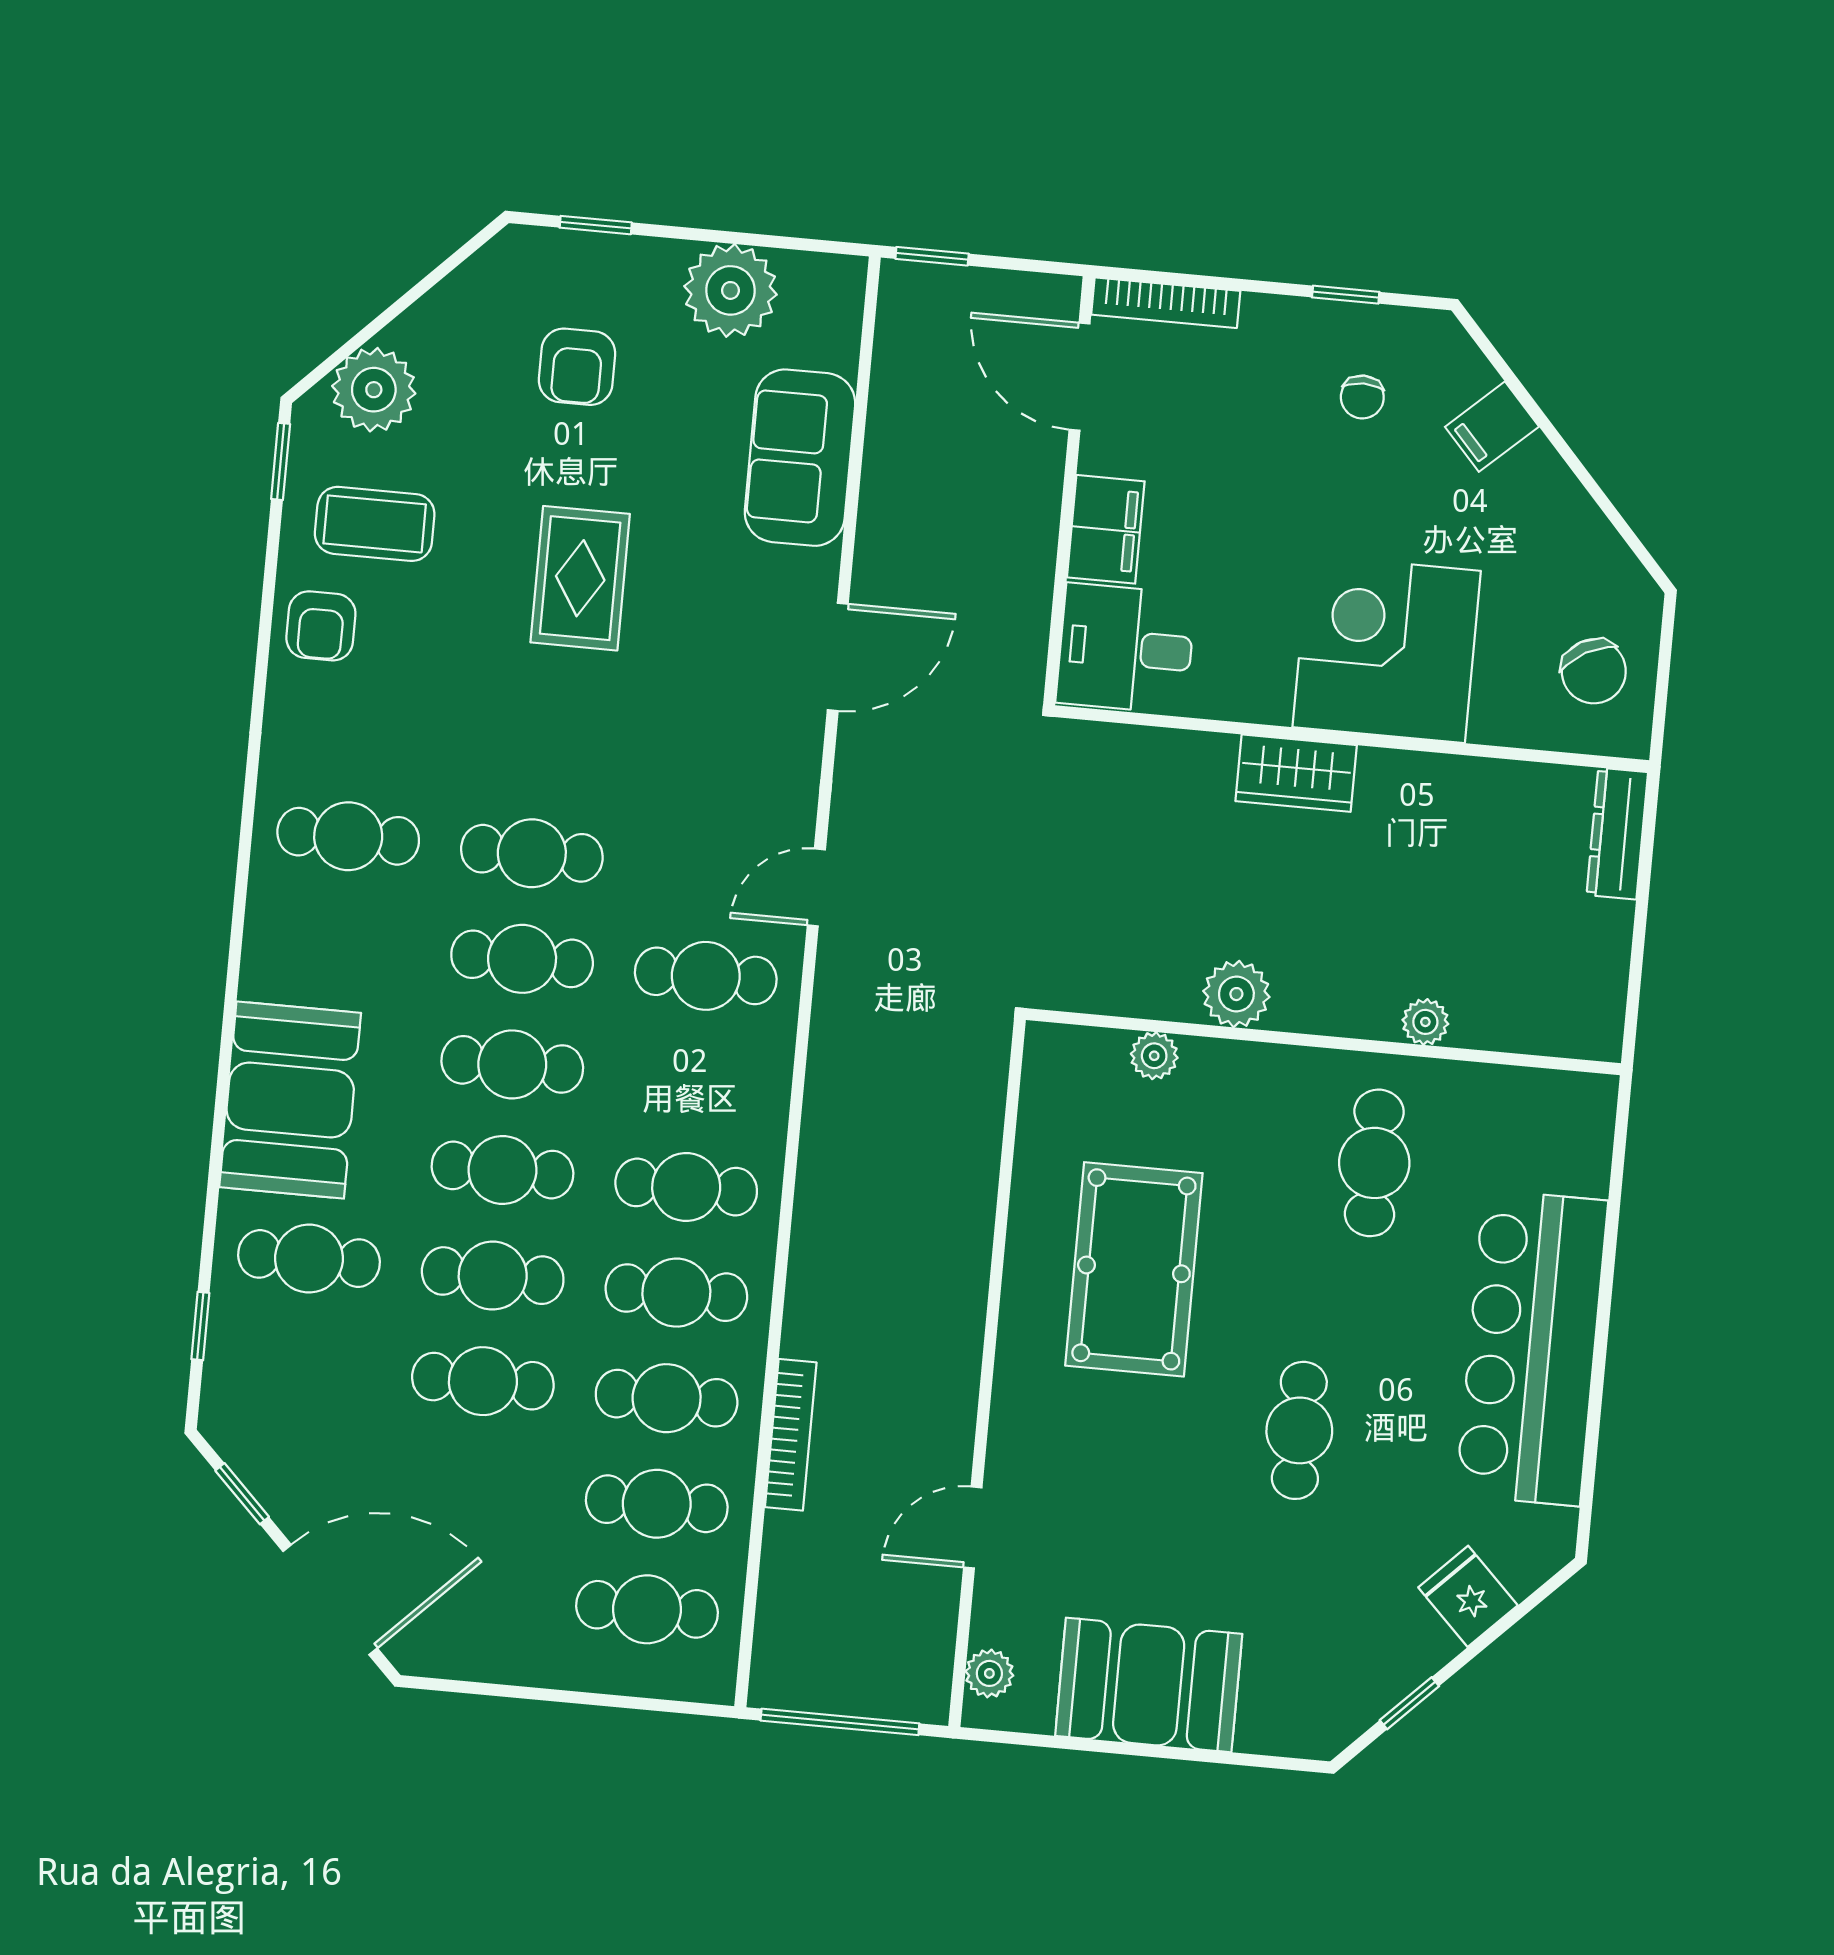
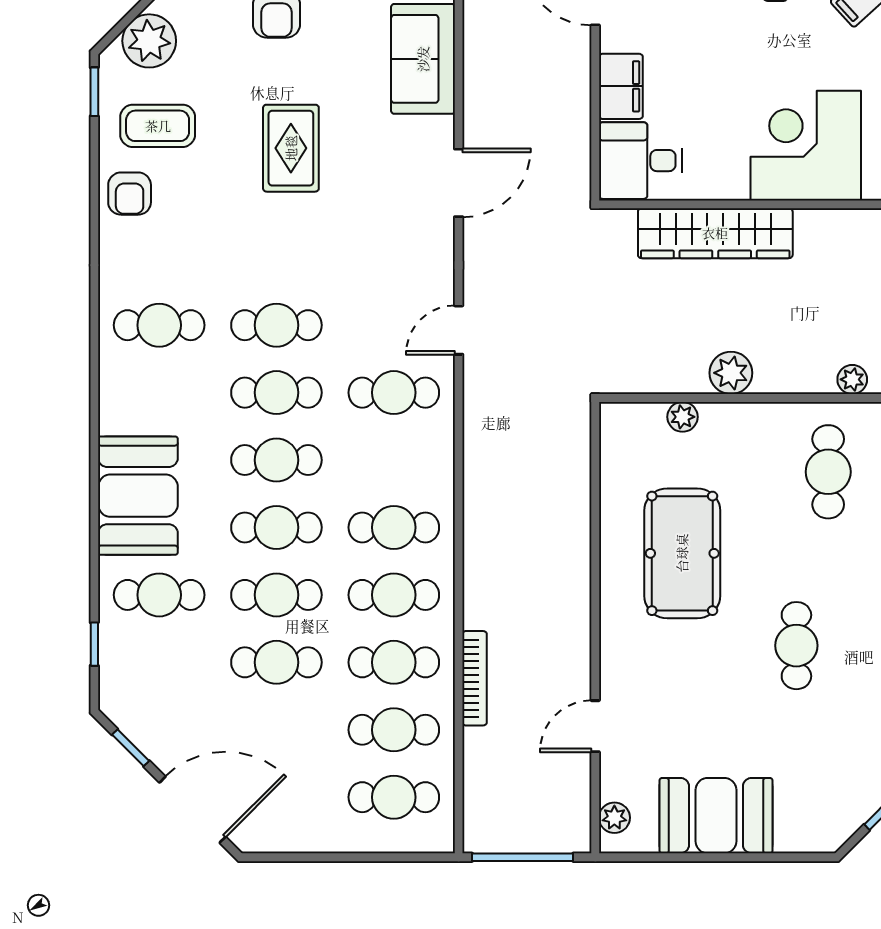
wardrobe: (1296, 773) -> (715, 233), width x2.10, depth x1.17

